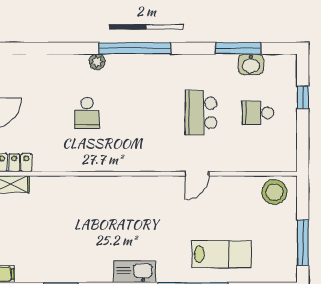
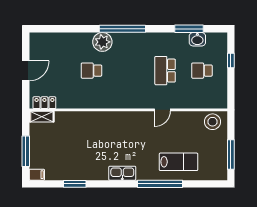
plant: (97, 62) -> (102, 42), width x1.88, depth x1.88
school desk: (87, 113) -> (91, 71), turned 90

